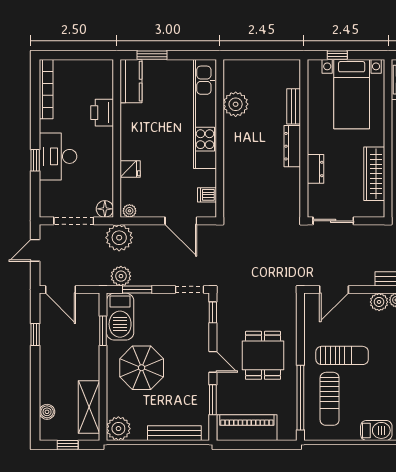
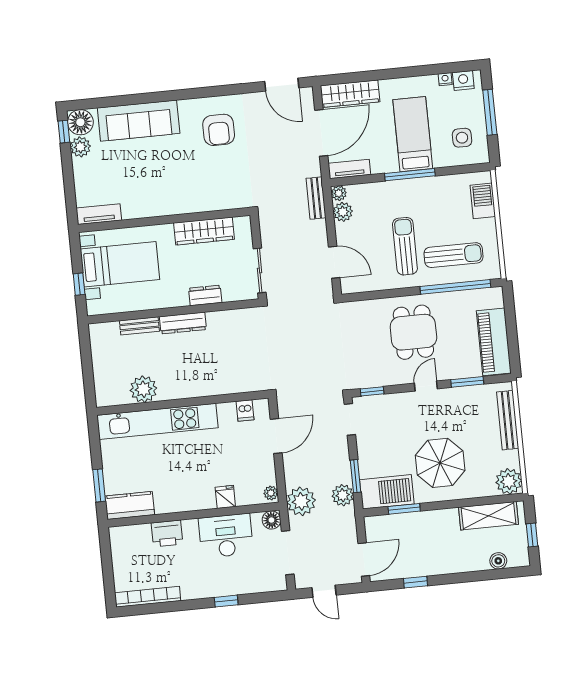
desk: (58, 156) -> (226, 536), moved, turned 180
dining table: (263, 355) -> (413, 332), turned 90

